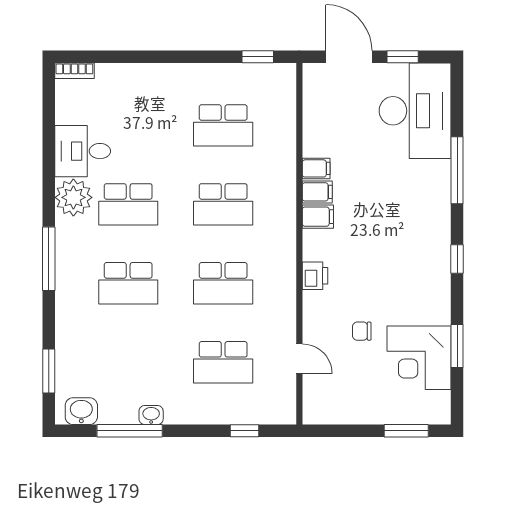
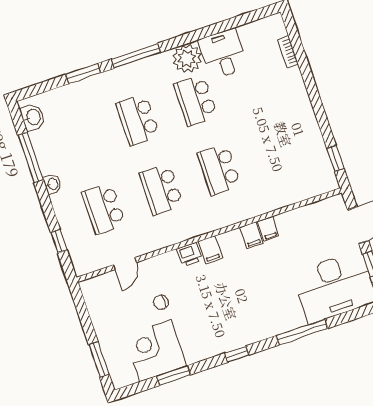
bookcase: (74, 71) -> (288, 52), moved
school desk: (223, 125) -> (277, 150), removed
filing cabinet: (318, 217) -> (210, 250), moved
chair: (362, 331) -> (161, 302), turned -90
window: (49, 371) -> (83, 74), moved
washbasin: (151, 415) -> (52, 184), moved

